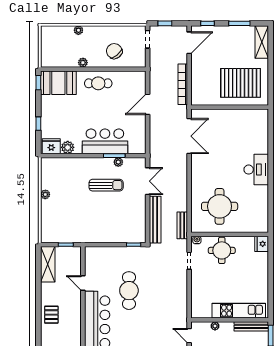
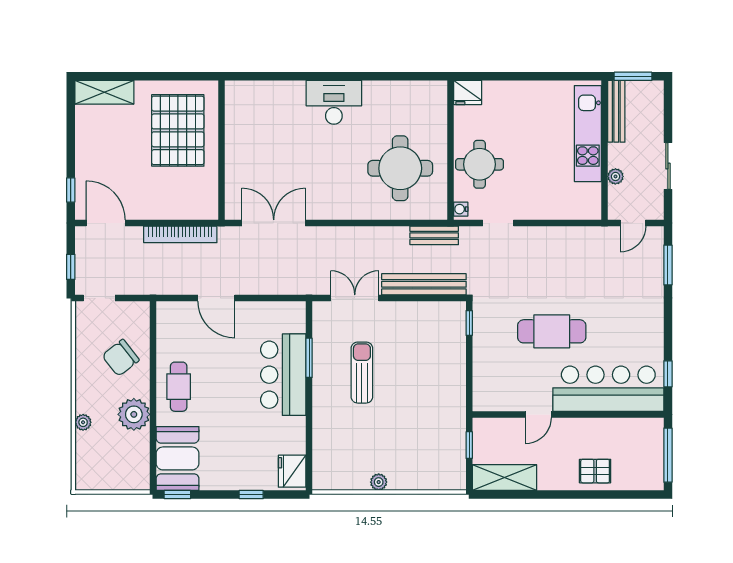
window: (239, 23) -> (71, 133), removed
plant: (83, 63) -> (134, 414), width x1.88, depth x1.88
plant: (68, 147) -> (294, 442), removed
plant: (118, 162) -> (320, 351), removed

